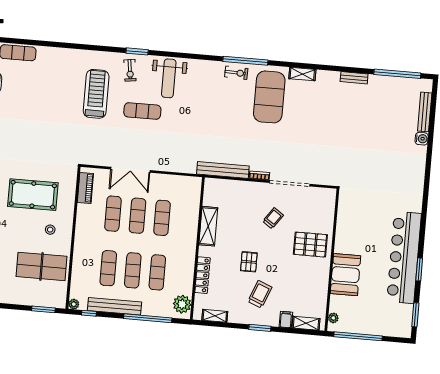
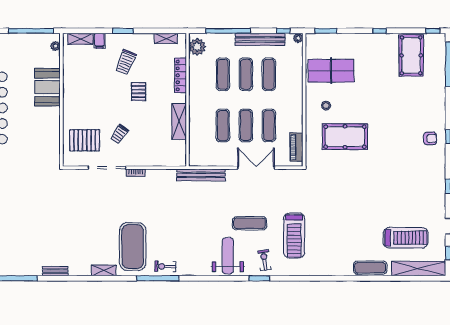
bench: (223, 170) -> (201, 175), moved
pallet: (310, 245) -> (85, 140), moved

